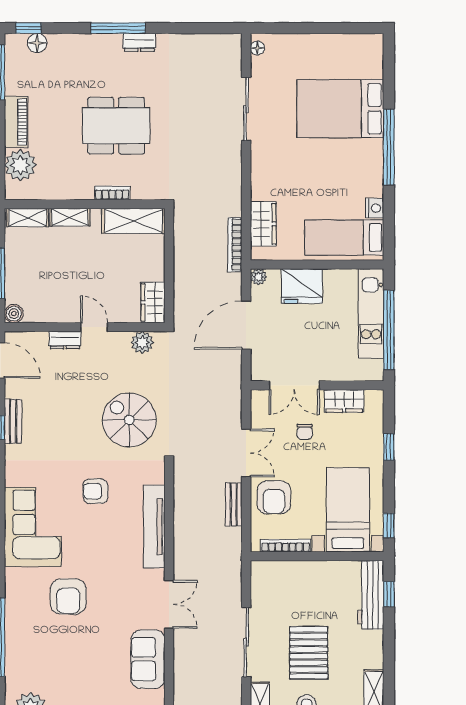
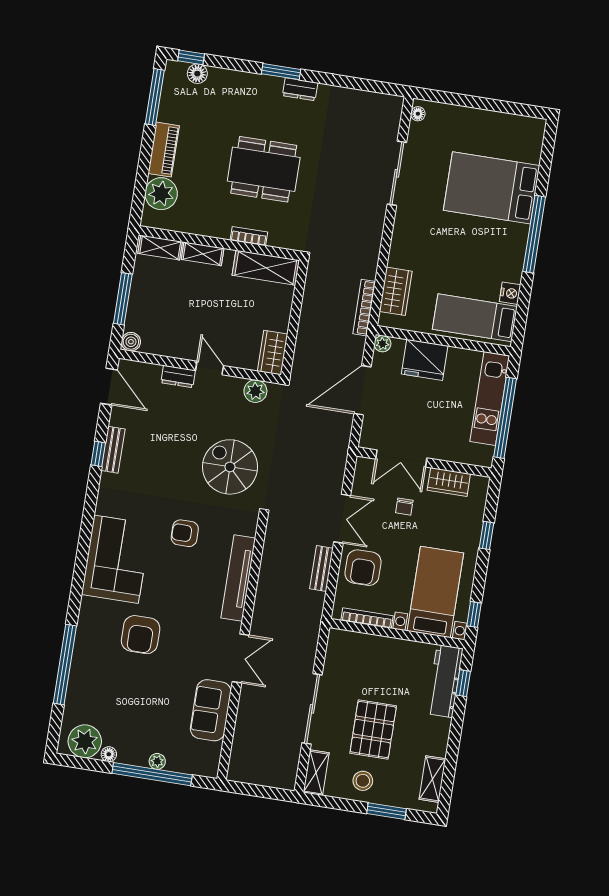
window: (118, 28) -> (281, 72), width x0.69

